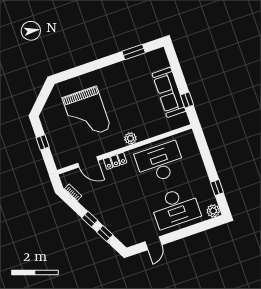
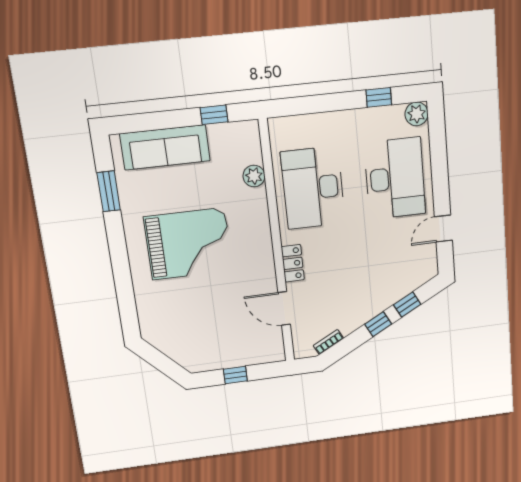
sofa: (169, 92) -> (165, 147), moved
grand piano: (87, 113) -> (188, 244), moved
plant: (130, 138) -> (254, 176), moved
door: (88, 162) -> (284, 309), swing flipped
door: (153, 243) -> (443, 229), swing flipped

